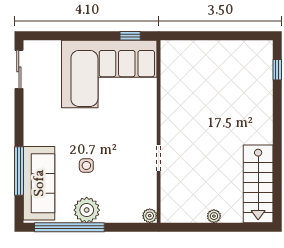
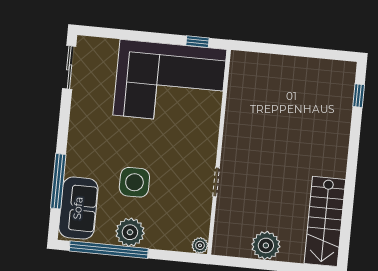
side table: (86, 165) -> (134, 182), width x1.87, depth x1.87
sofa: (39, 183) -> (78, 208), width x0.73
plant: (214, 216) -> (266, 245), width x1.88, depth x1.88

